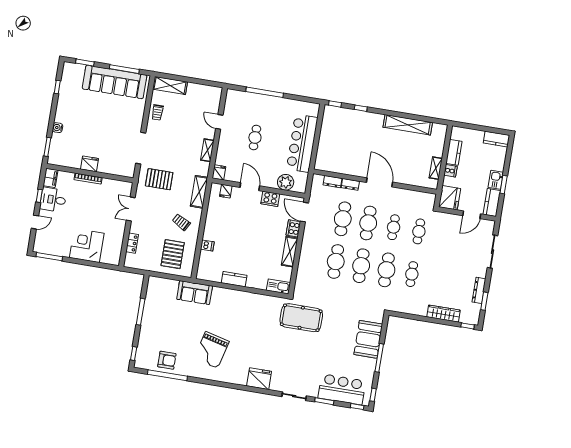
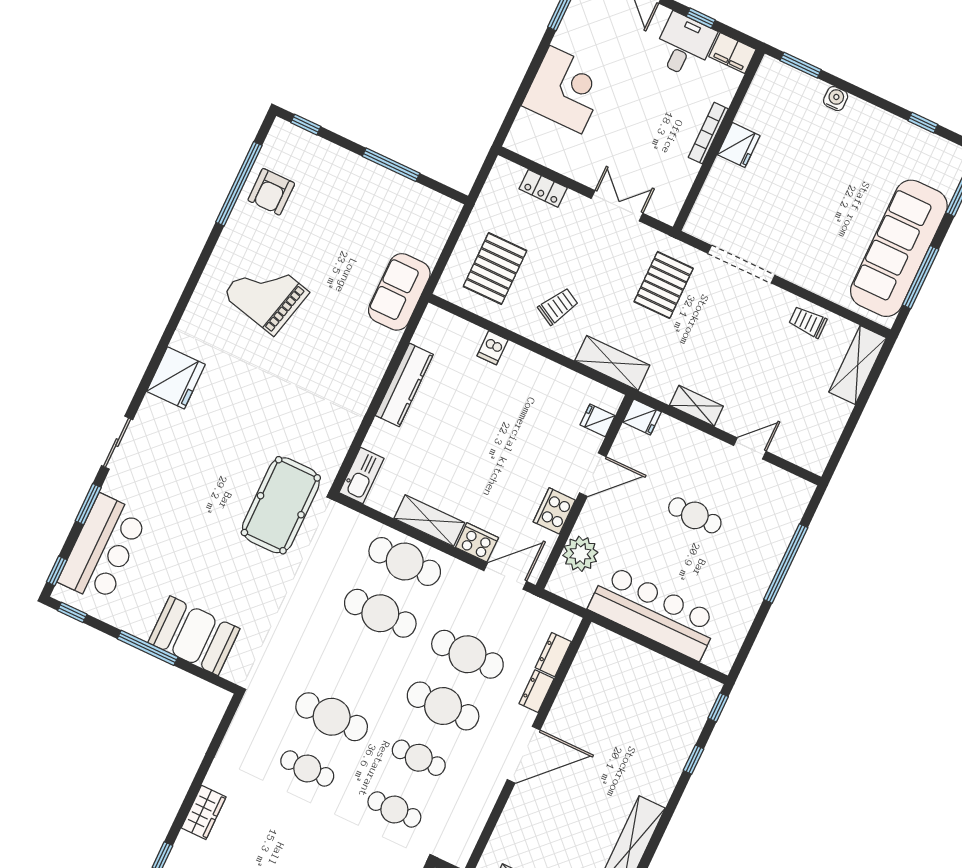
pallet: (173, 254) -> (495, 269), turned 90
cafe table: (361, 266) -> (405, 562), moved
kitchen counter: (234, 279) -> (404, 385), width x1.50
wardrobe: (443, 314) -> (204, 812), width x0.67

